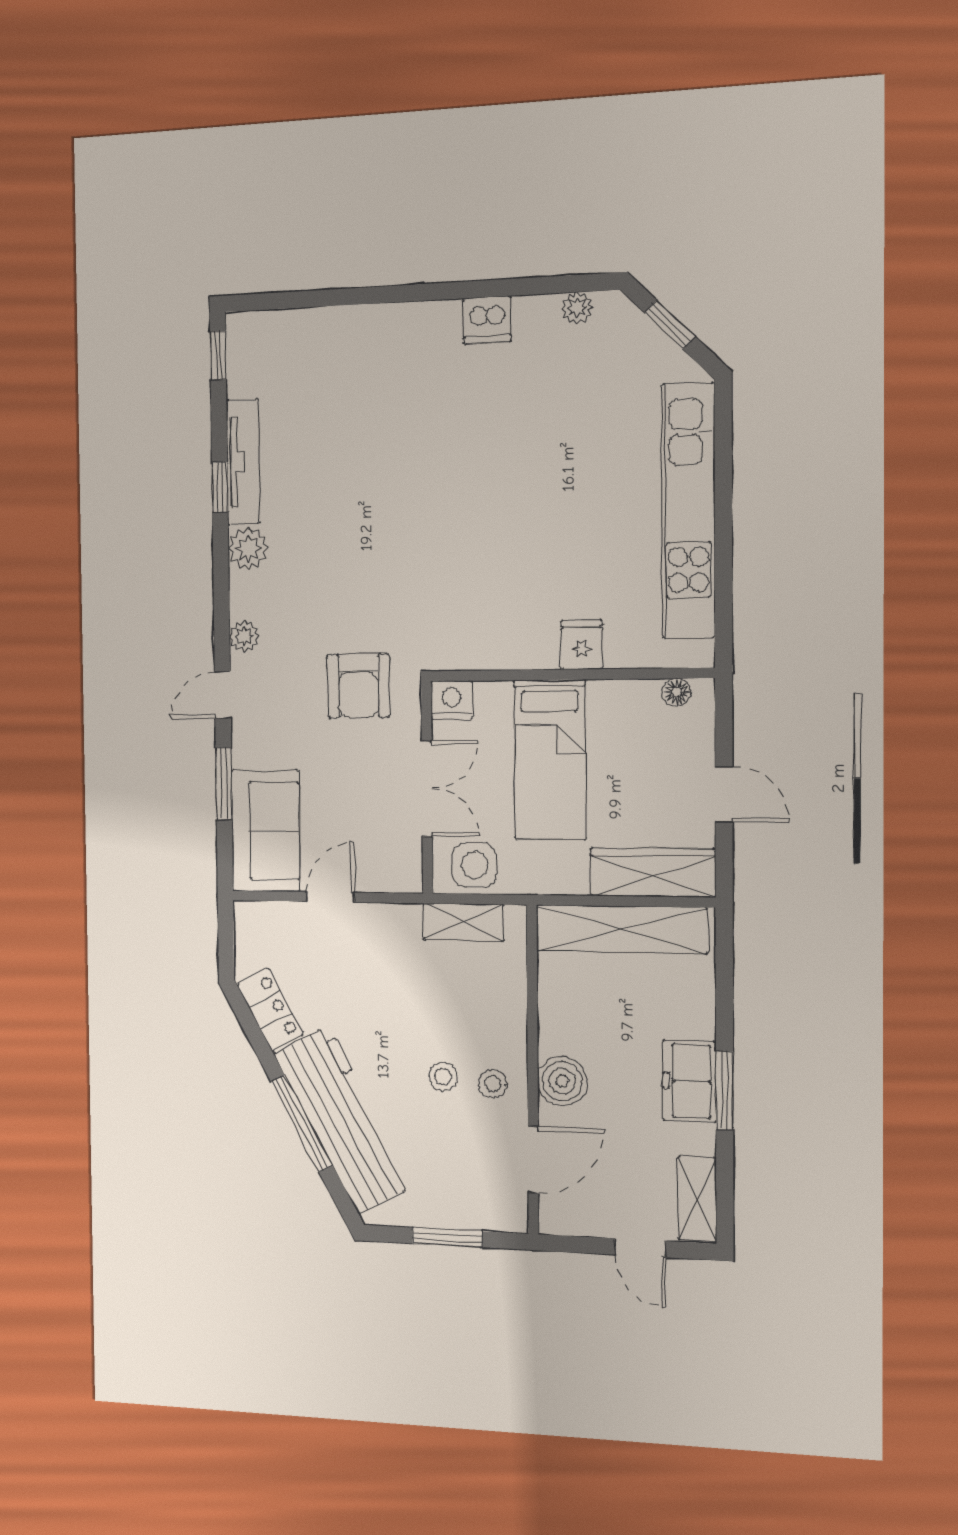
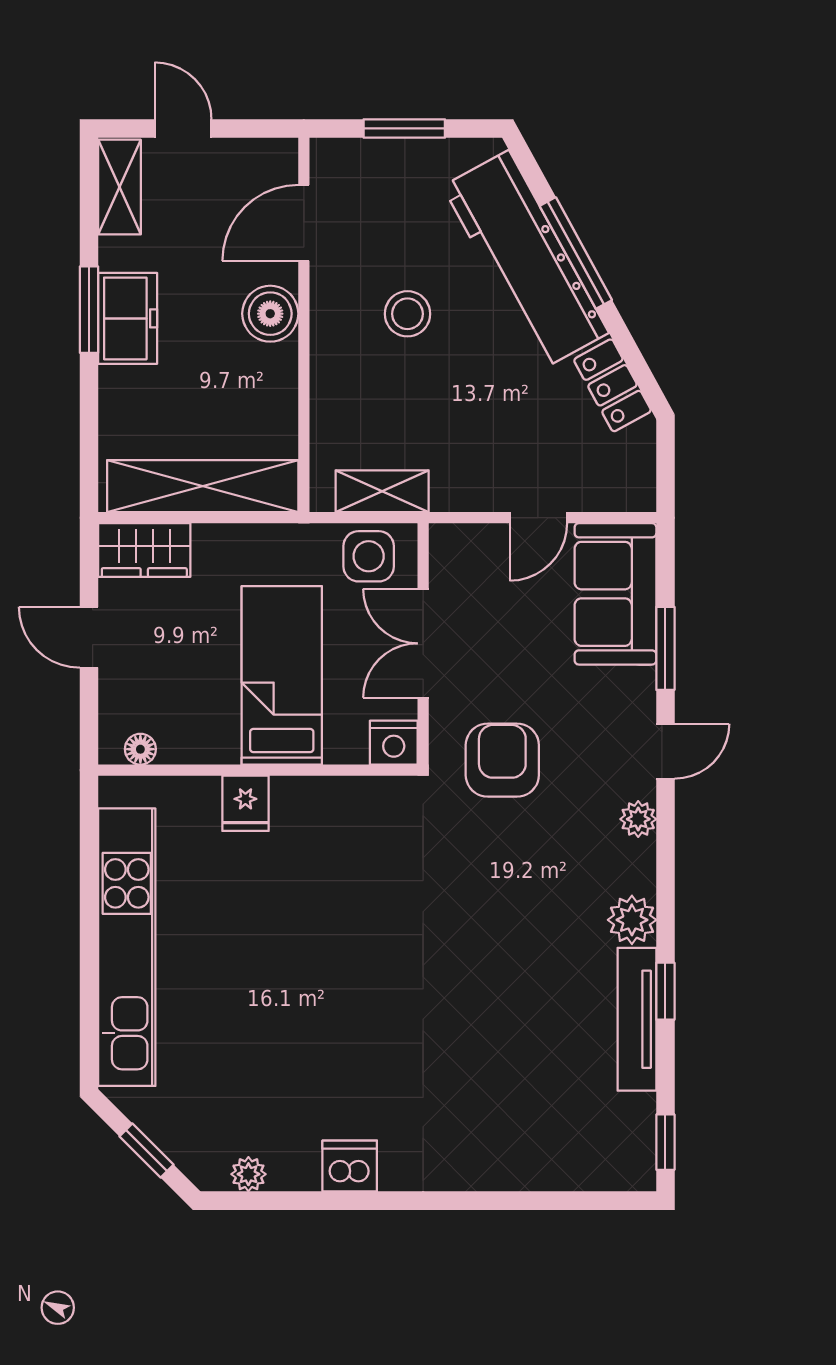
wardrobe: (653, 873) -> (144, 550), width x0.67
stool: (443, 1077) -> (407, 314), width x1.37, depth x1.37
stool: (493, 1083) -> (350, 308), removed

